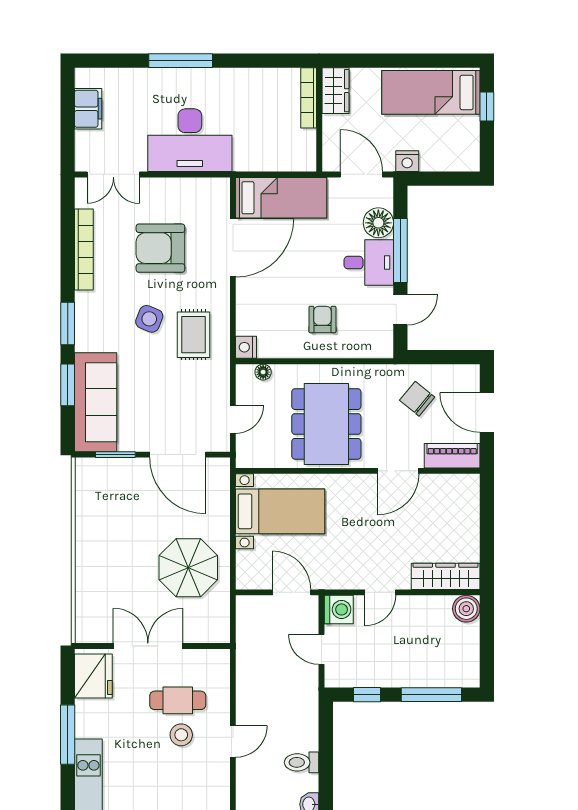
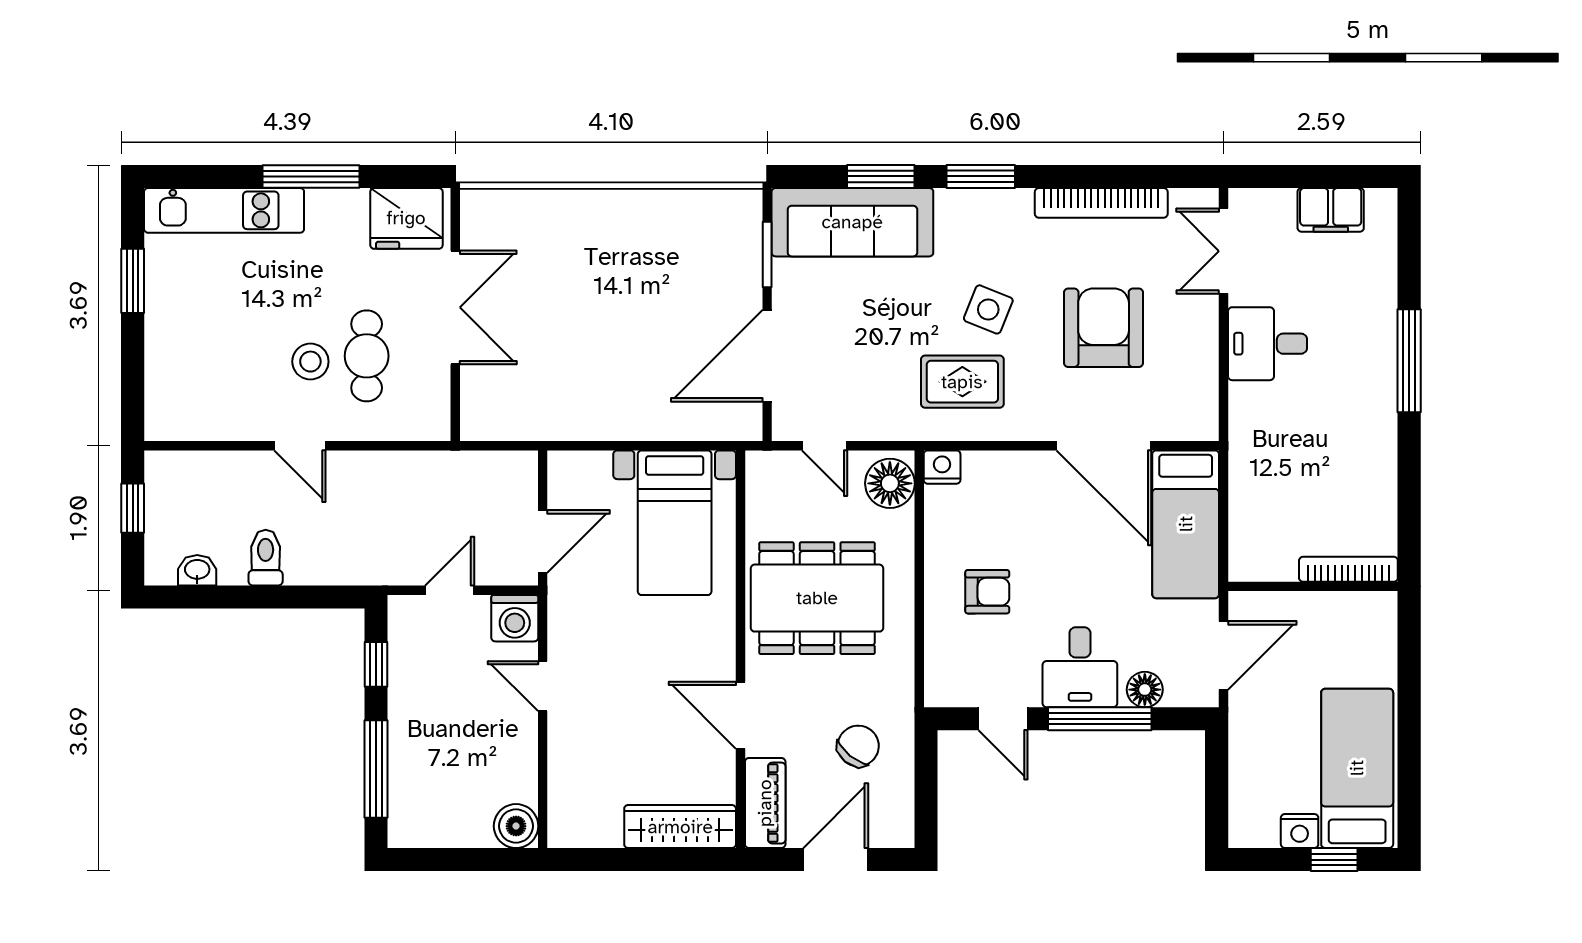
wardrobe: (335, 91) -> (1360, 613), removed
desk: (190, 140) -> (1268, 344), width x0.53, depth x0.77
nightstand: (407, 161) -> (1300, 831), moved, turned -90
floor lamp: (378, 223) -> (1145, 690), width x0.73, depth x0.73
floor lamp: (263, 372) -> (890, 483), width x1.89, depth x1.89
parasol: (188, 568) -> (583, 373), removed
wardrobe: (446, 576) -> (680, 827), moved, turned -90

